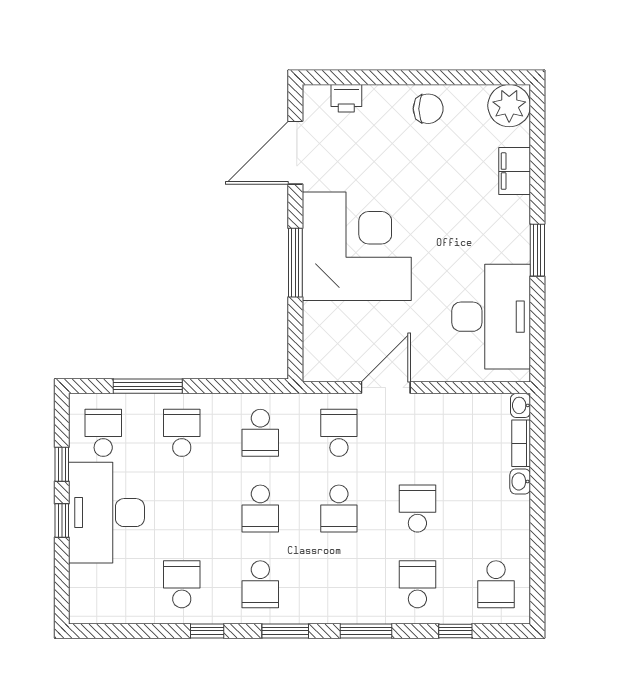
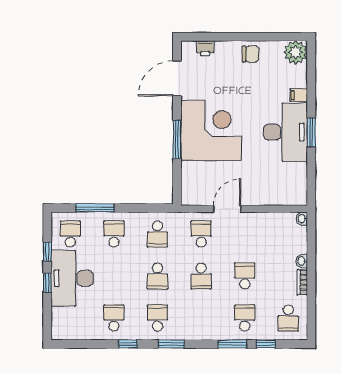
filing cabinet: (515, 171) -> (299, 95), width x0.50
desk: (491, 317) -> (286, 132), moved
bookcase: (521, 443) -> (302, 282), moved
school desk: (260, 584) -> (158, 318), turned 180
window: (366, 631) -> (232, 344), moved

